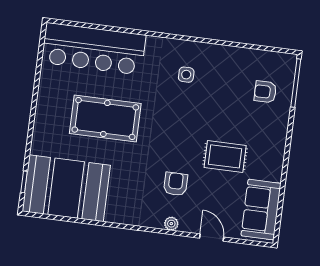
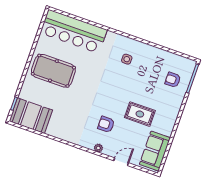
pool table: (105, 118) -> (53, 71), moved
armchair: (176, 184) -> (106, 124), turned -90
booth: (66, 188) -> (31, 116), width x0.73, depth x0.70
door: (212, 238) -> (121, 162), hinge flipped

